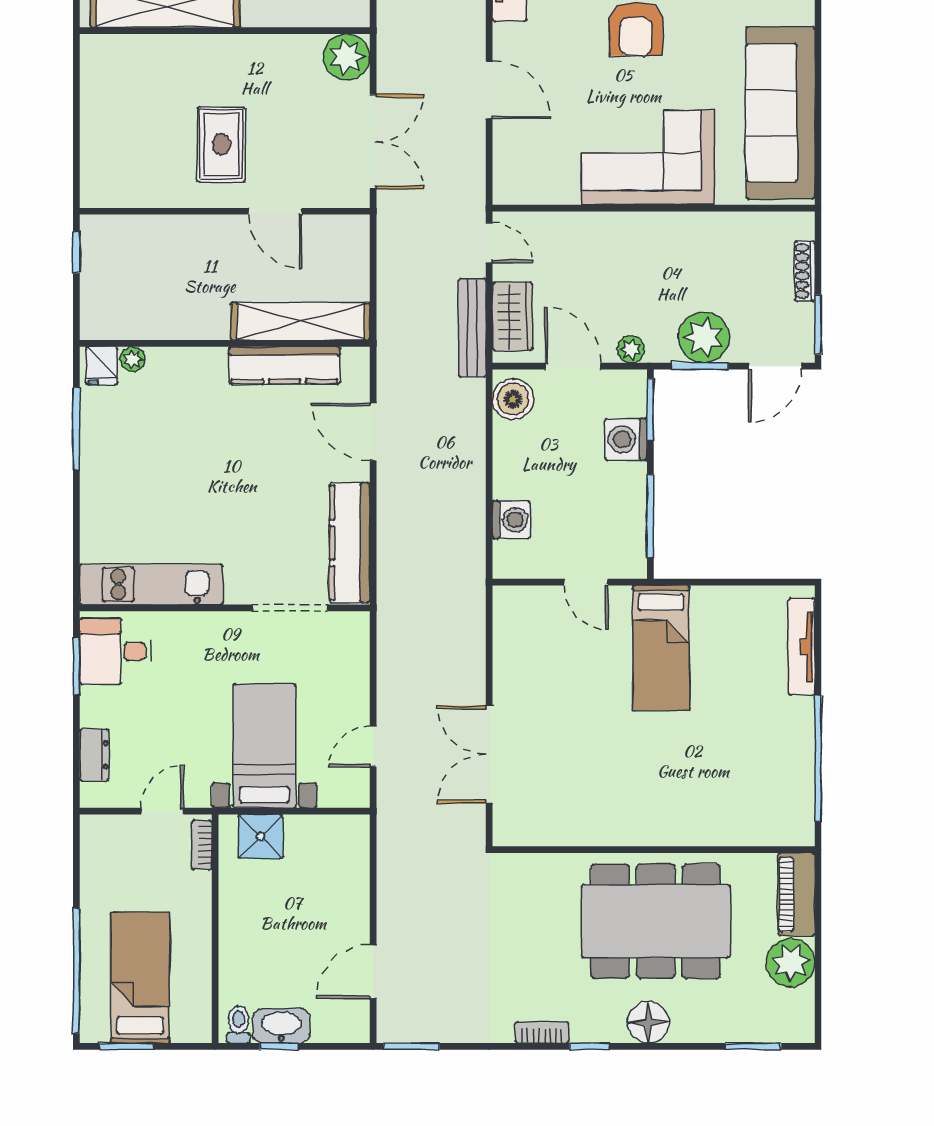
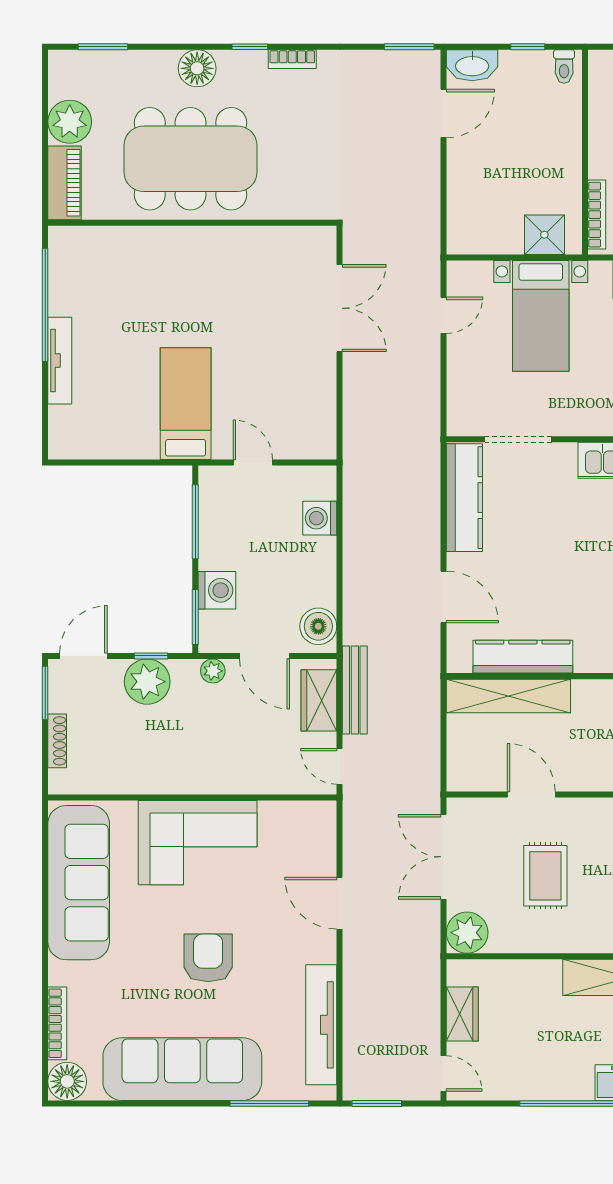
rug: (221, 144) -> (545, 876), moved
window: (700, 366) -> (151, 656), width x0.67
tv unit: (802, 647) -> (60, 361), moved
bookcase: (202, 845) -> (597, 215), width x1.56
washbasin: (281, 1026) -> (472, 65), moved

